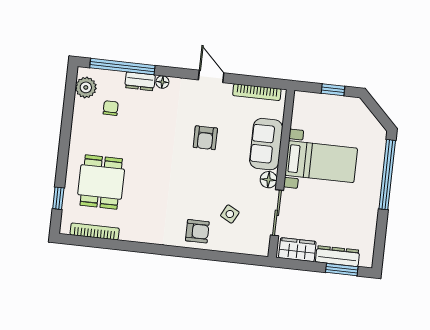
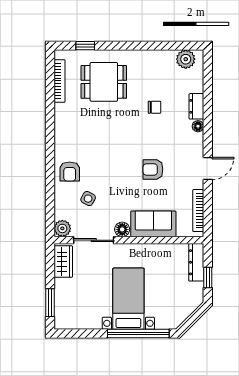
window: (122, 67) -> (208, 89), removed
chair: (111, 108) -> (154, 107), moved
bed with nightstands: (321, 162) -> (128, 299), moved, turned 180
plant: (260, 246) -> (62, 228), added
dresser: (337, 256) -> (196, 262), moved, turned 180

